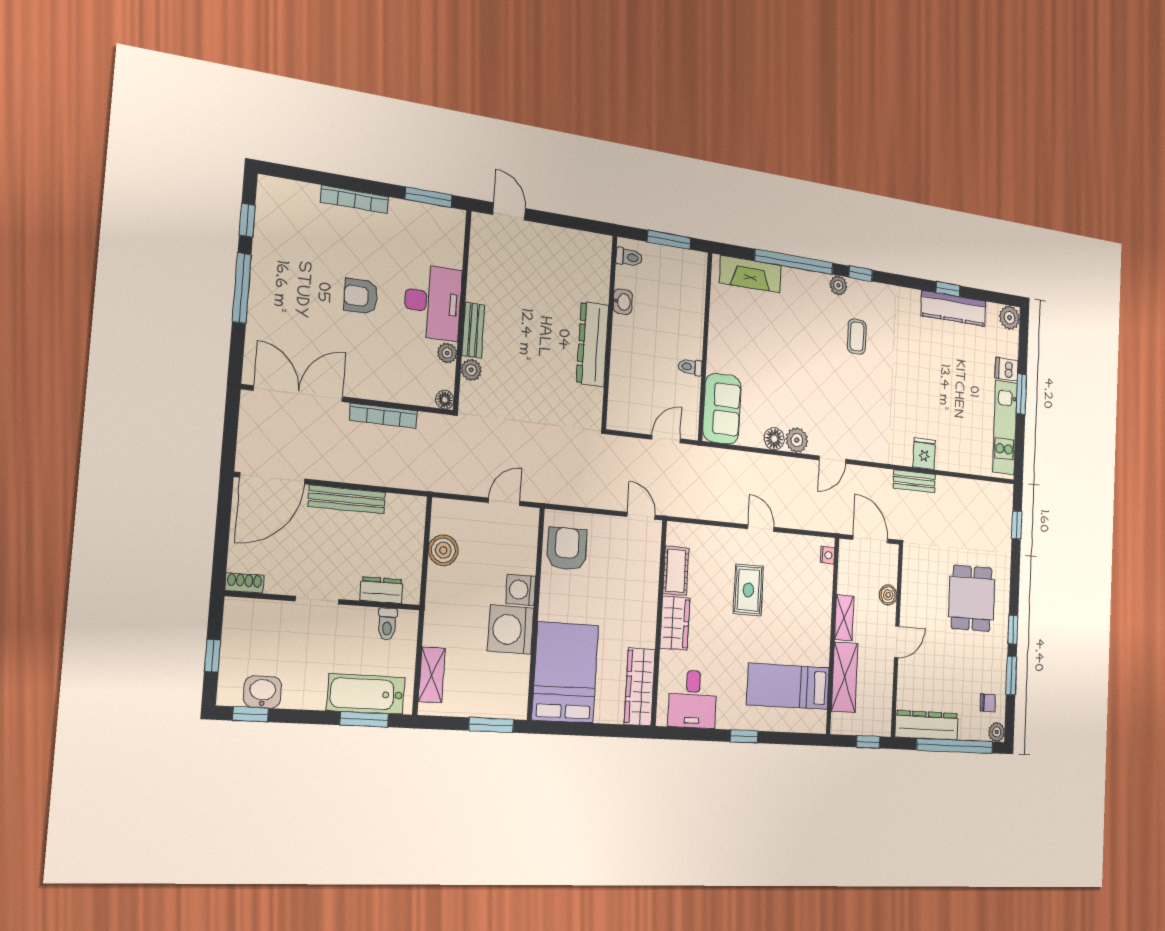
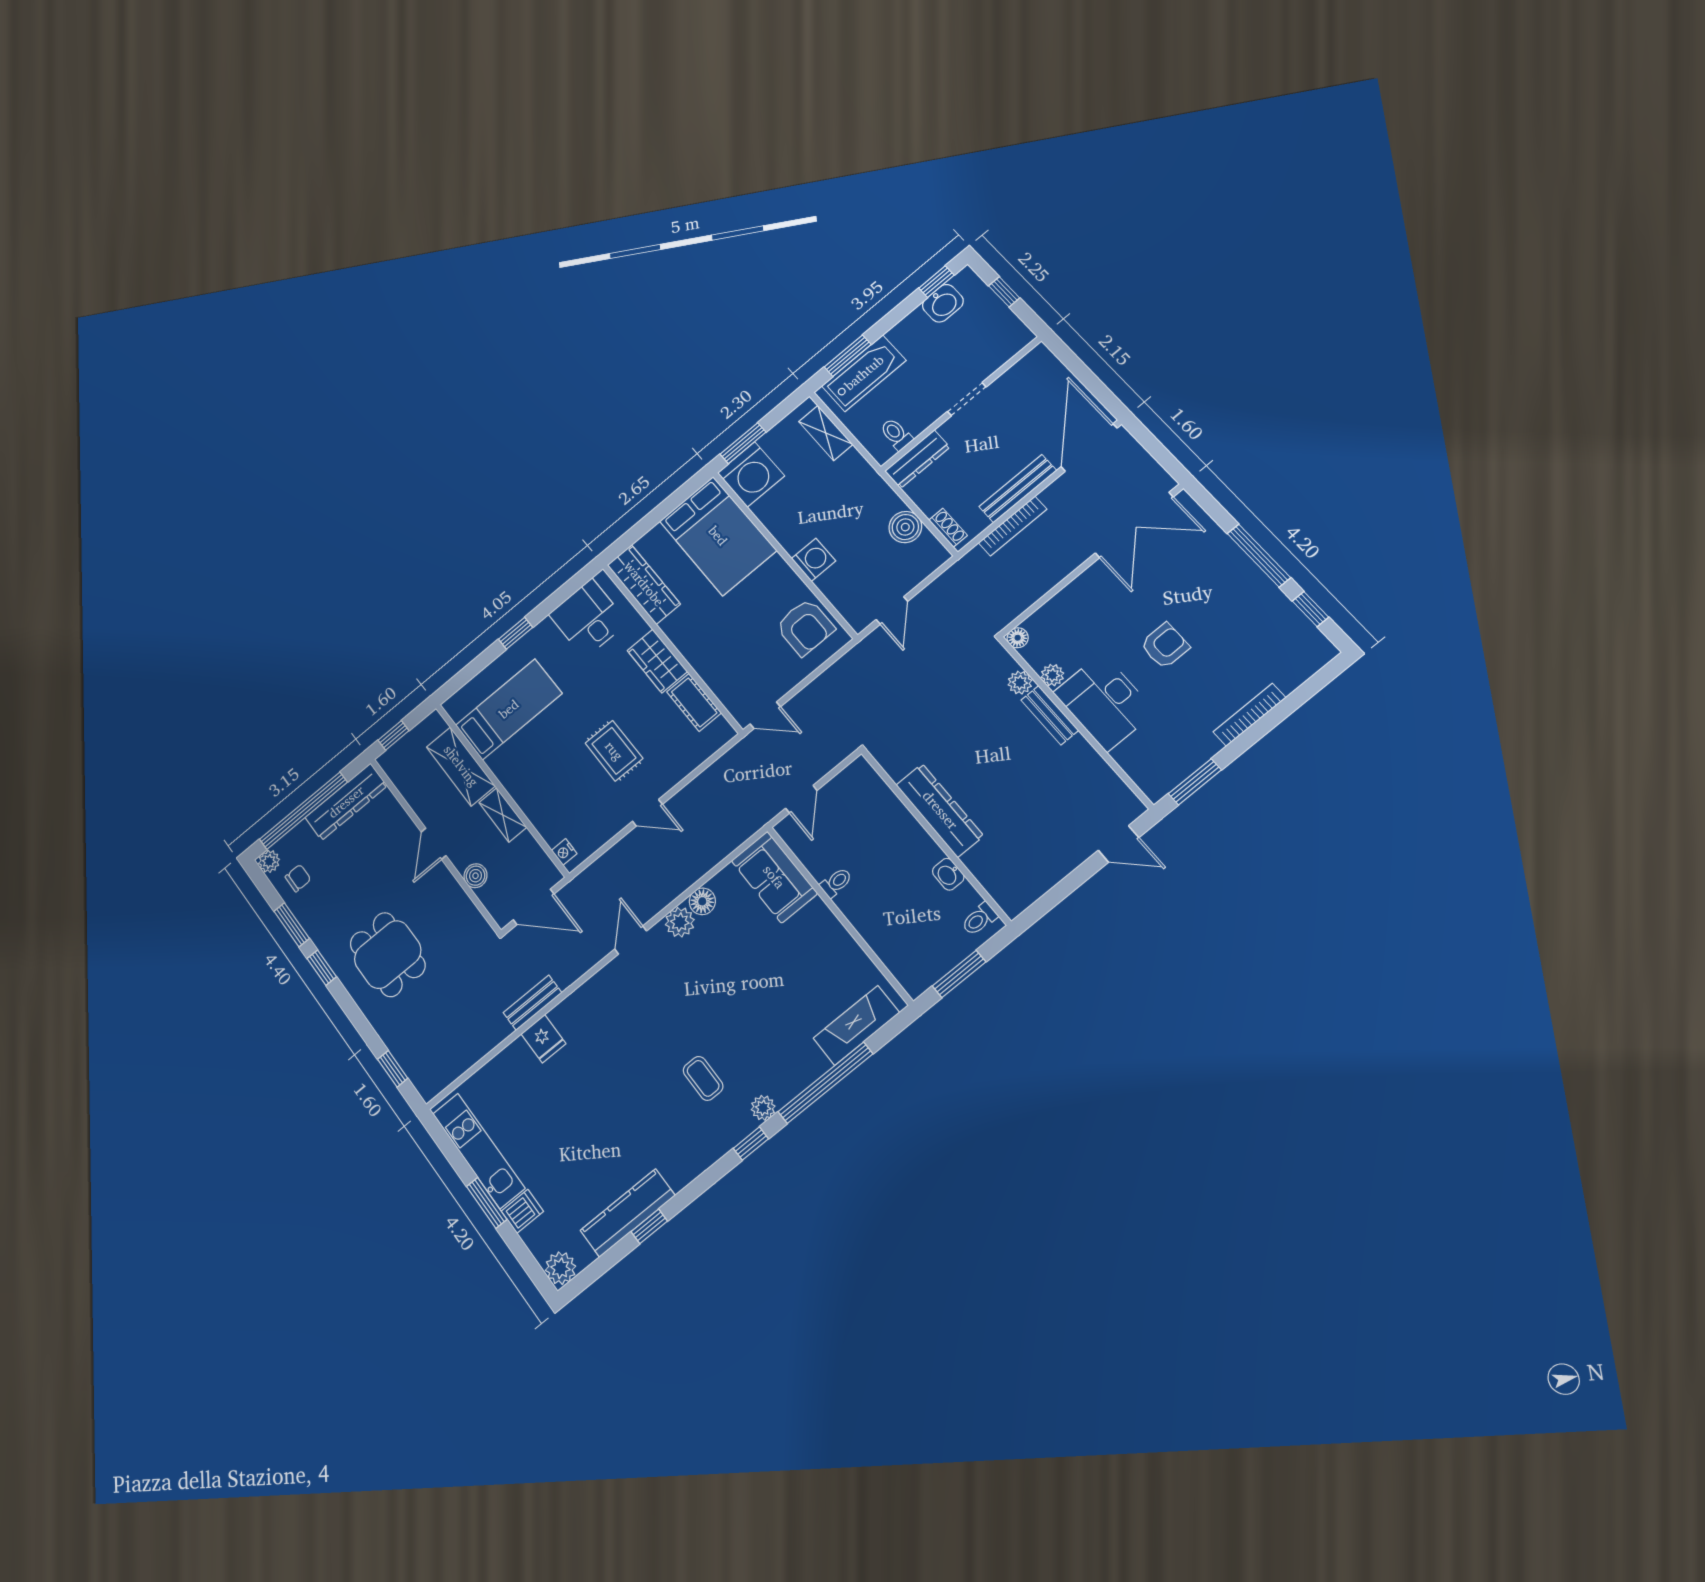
bookcase: (383, 416) -> (1013, 526), moved, turned 180
shoe rack: (244, 583) -> (948, 528), moved, turned -90
dresser: (381, 590) -> (917, 459), width x1.44
washing machine: (511, 630) -> (751, 474), moved, turned 90
chair: (988, 703) -> (298, 878), turned 180

